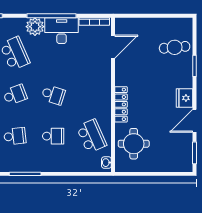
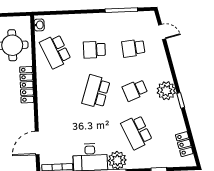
school desk: (53, 95) -> (96, 92), width x1.85

